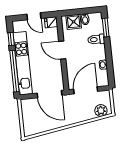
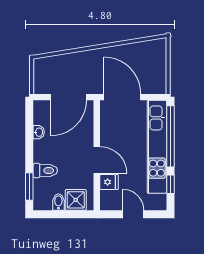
fridge: (51, 22) -> (109, 182), moved
plant: (101, 110) -> (49, 65), removed

